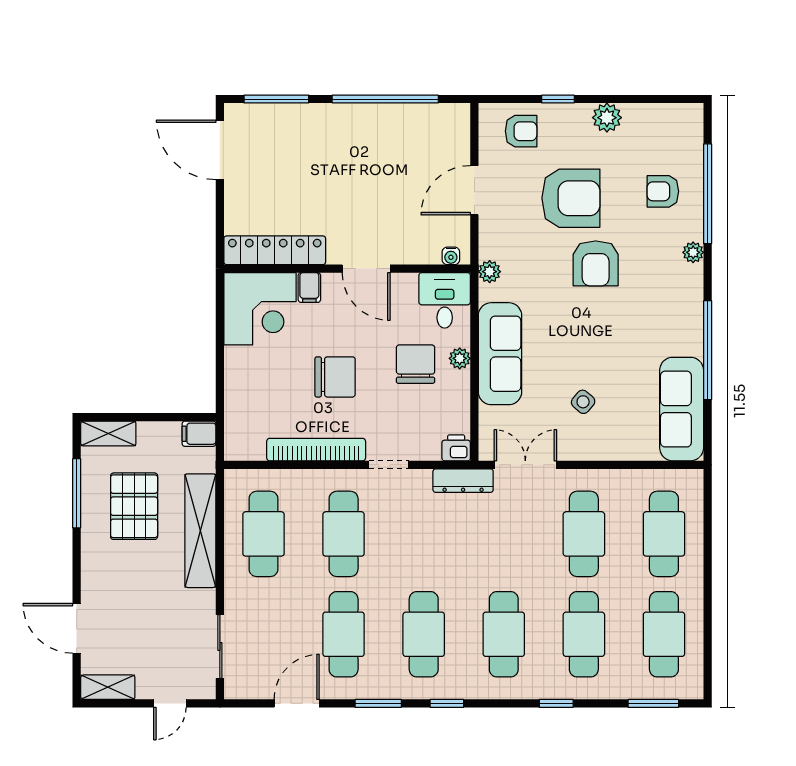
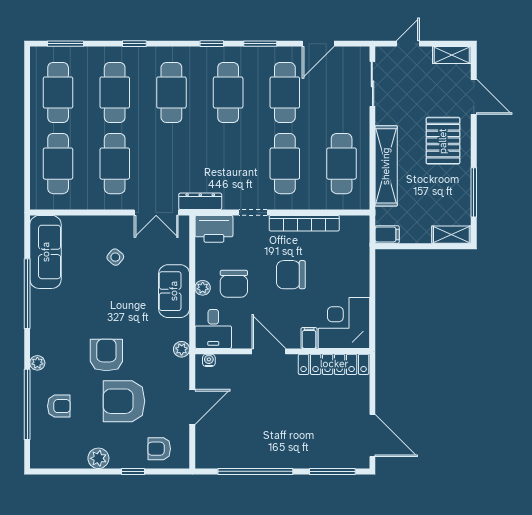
sofa: (500, 354) -> (174, 291), width x0.73
printer: (456, 448) -> (214, 229), width x1.87, depth x1.48
pallet: (134, 506) -> (443, 141), moved

